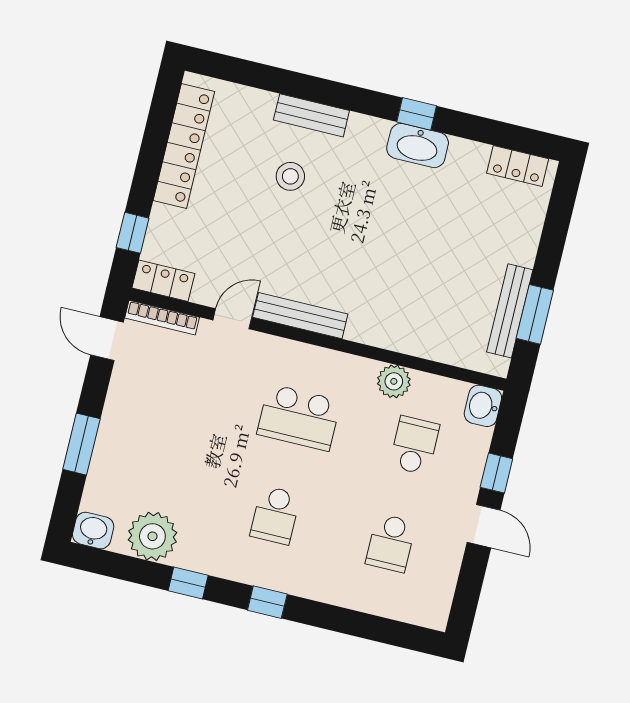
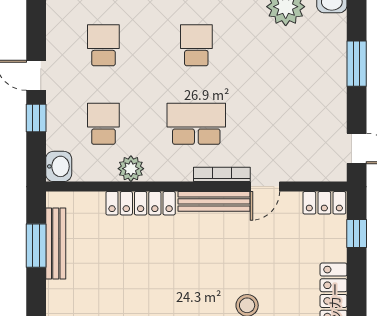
bookcase: (162, 318) -> (222, 174), moved
locker: (392, 335) -> (141, 203), added
school desk: (414, 445) -> (103, 124), turned 180

